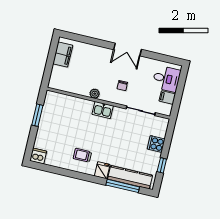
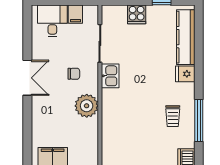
plant: (95, 94) -> (87, 106), width x1.88, depth x1.88
kitchen sink: (103, 110) -> (110, 76), moved
trolley: (82, 155) -> (173, 116), moved
window: (123, 186) -> (199, 121), moved

